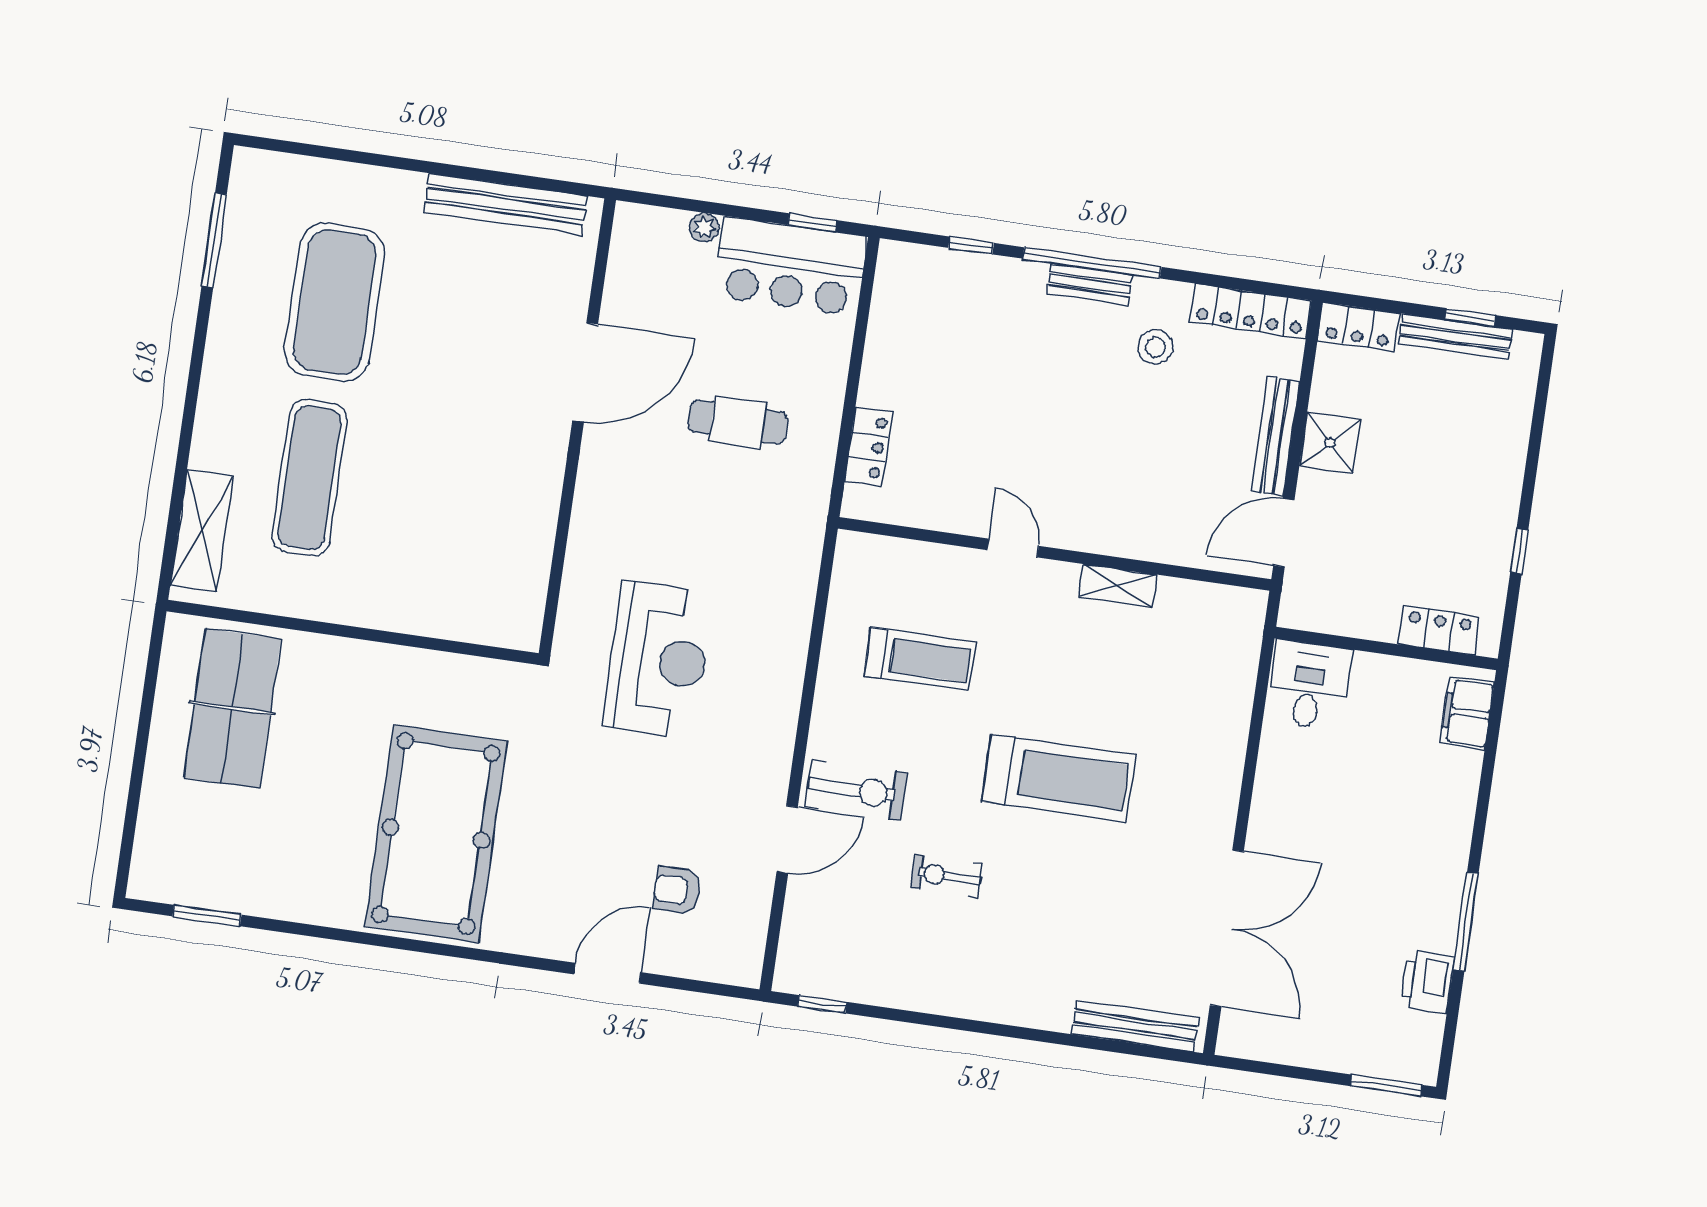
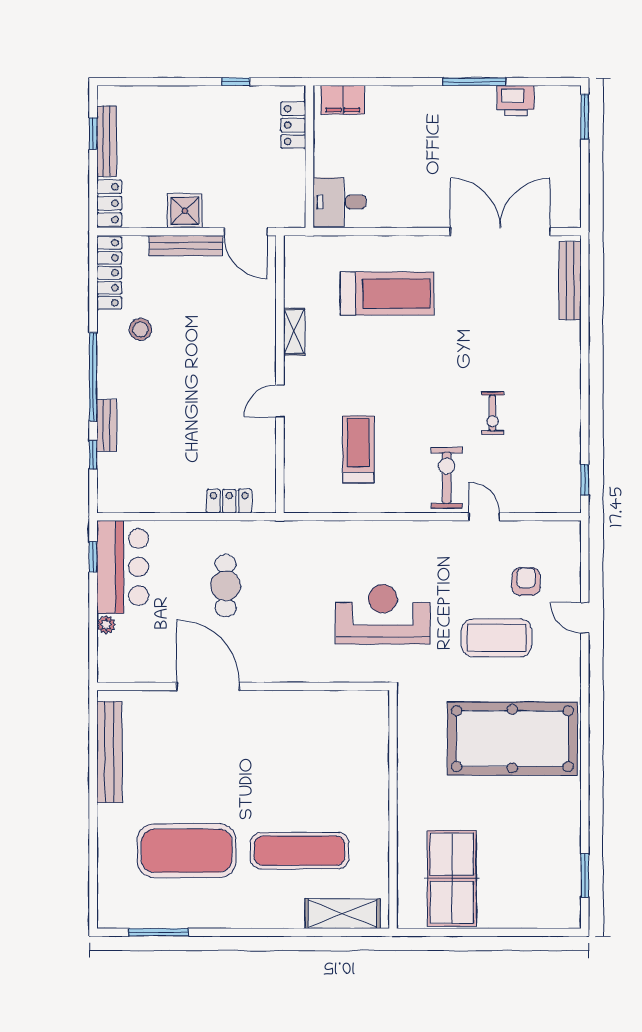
bench: (1090, 284) -> (107, 425), moved
table tennis table: (232, 708) -> (452, 878), turned 90
treadmill: (1059, 778) -> (387, 294), moved, turned 90
coffee table: (596, 832) -> (497, 638), added
door: (787, 840) -> (484, 517), width x0.73
armchair: (677, 890) -> (526, 581), turned 180
door: (607, 973) -> (585, 618), width x0.73

